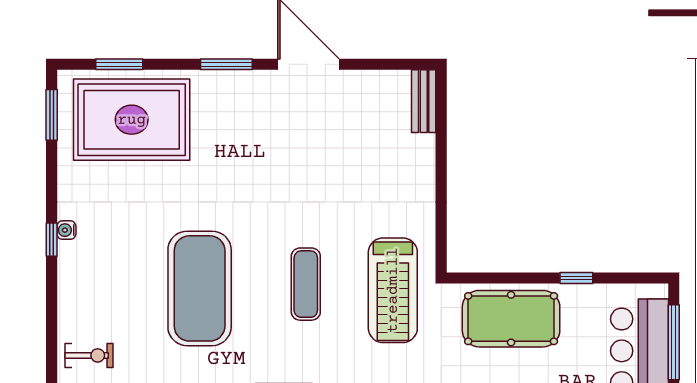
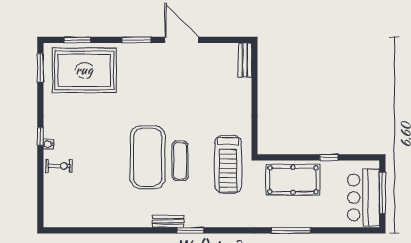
water cooler: (66, 230) -> (48, 144), moved
exercise mat: (200, 288) -> (148, 157), moved
exercise bike: (89, 355) -> (59, 166), moved

